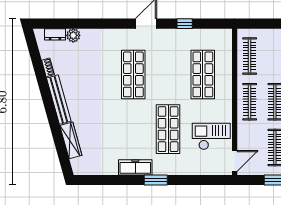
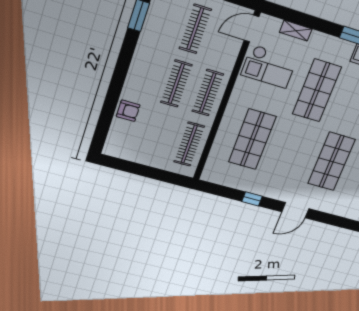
shelving: (202, 170) -> (296, 31), added

